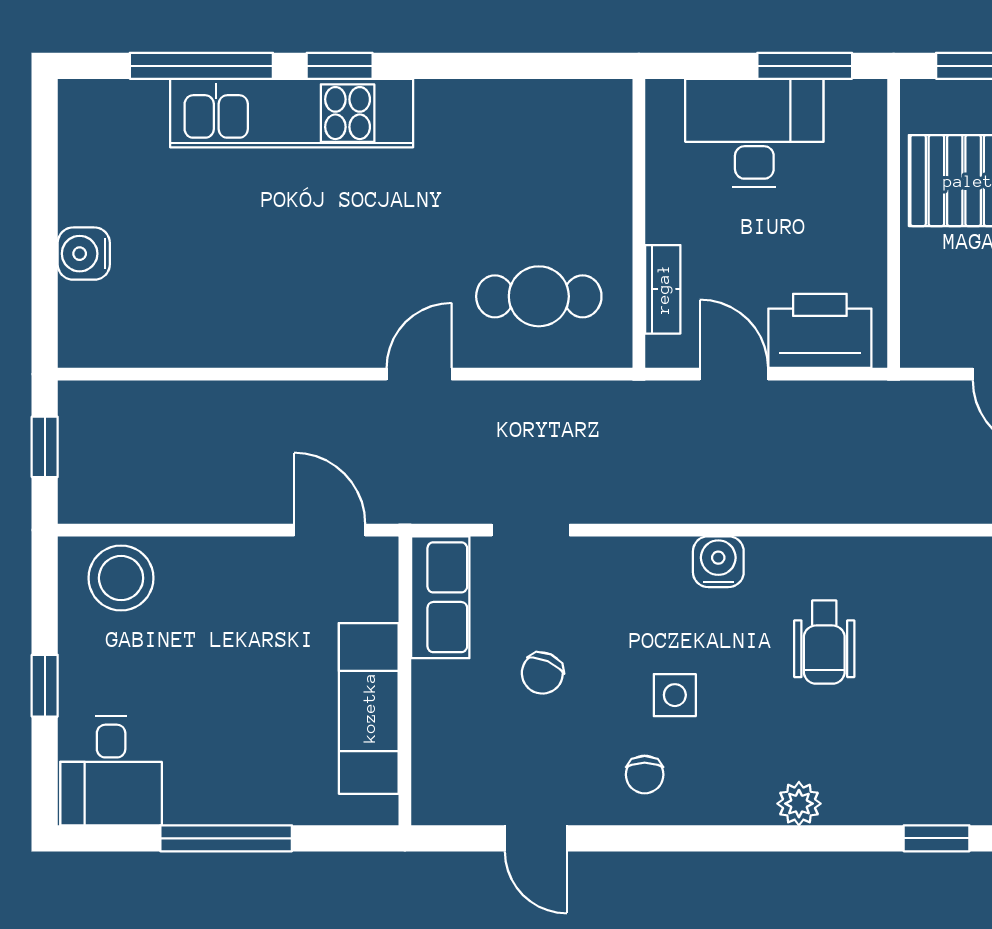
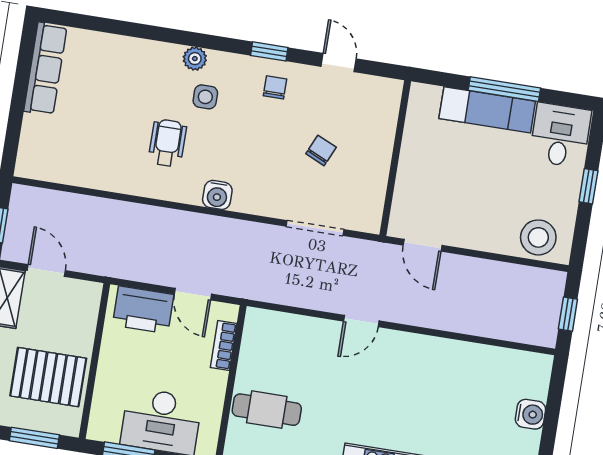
cafe table: (539, 296) -> (267, 410), moved
doorway: (531, 530) -> (315, 228), width x1.38
row of seats: (440, 597) -> (369, 200), removed
side table: (675, 695) -> (205, 97), moved
exam couch: (369, 708) -> (487, 110), moved, turned 90
window: (937, 838) -> (269, 51), moved

